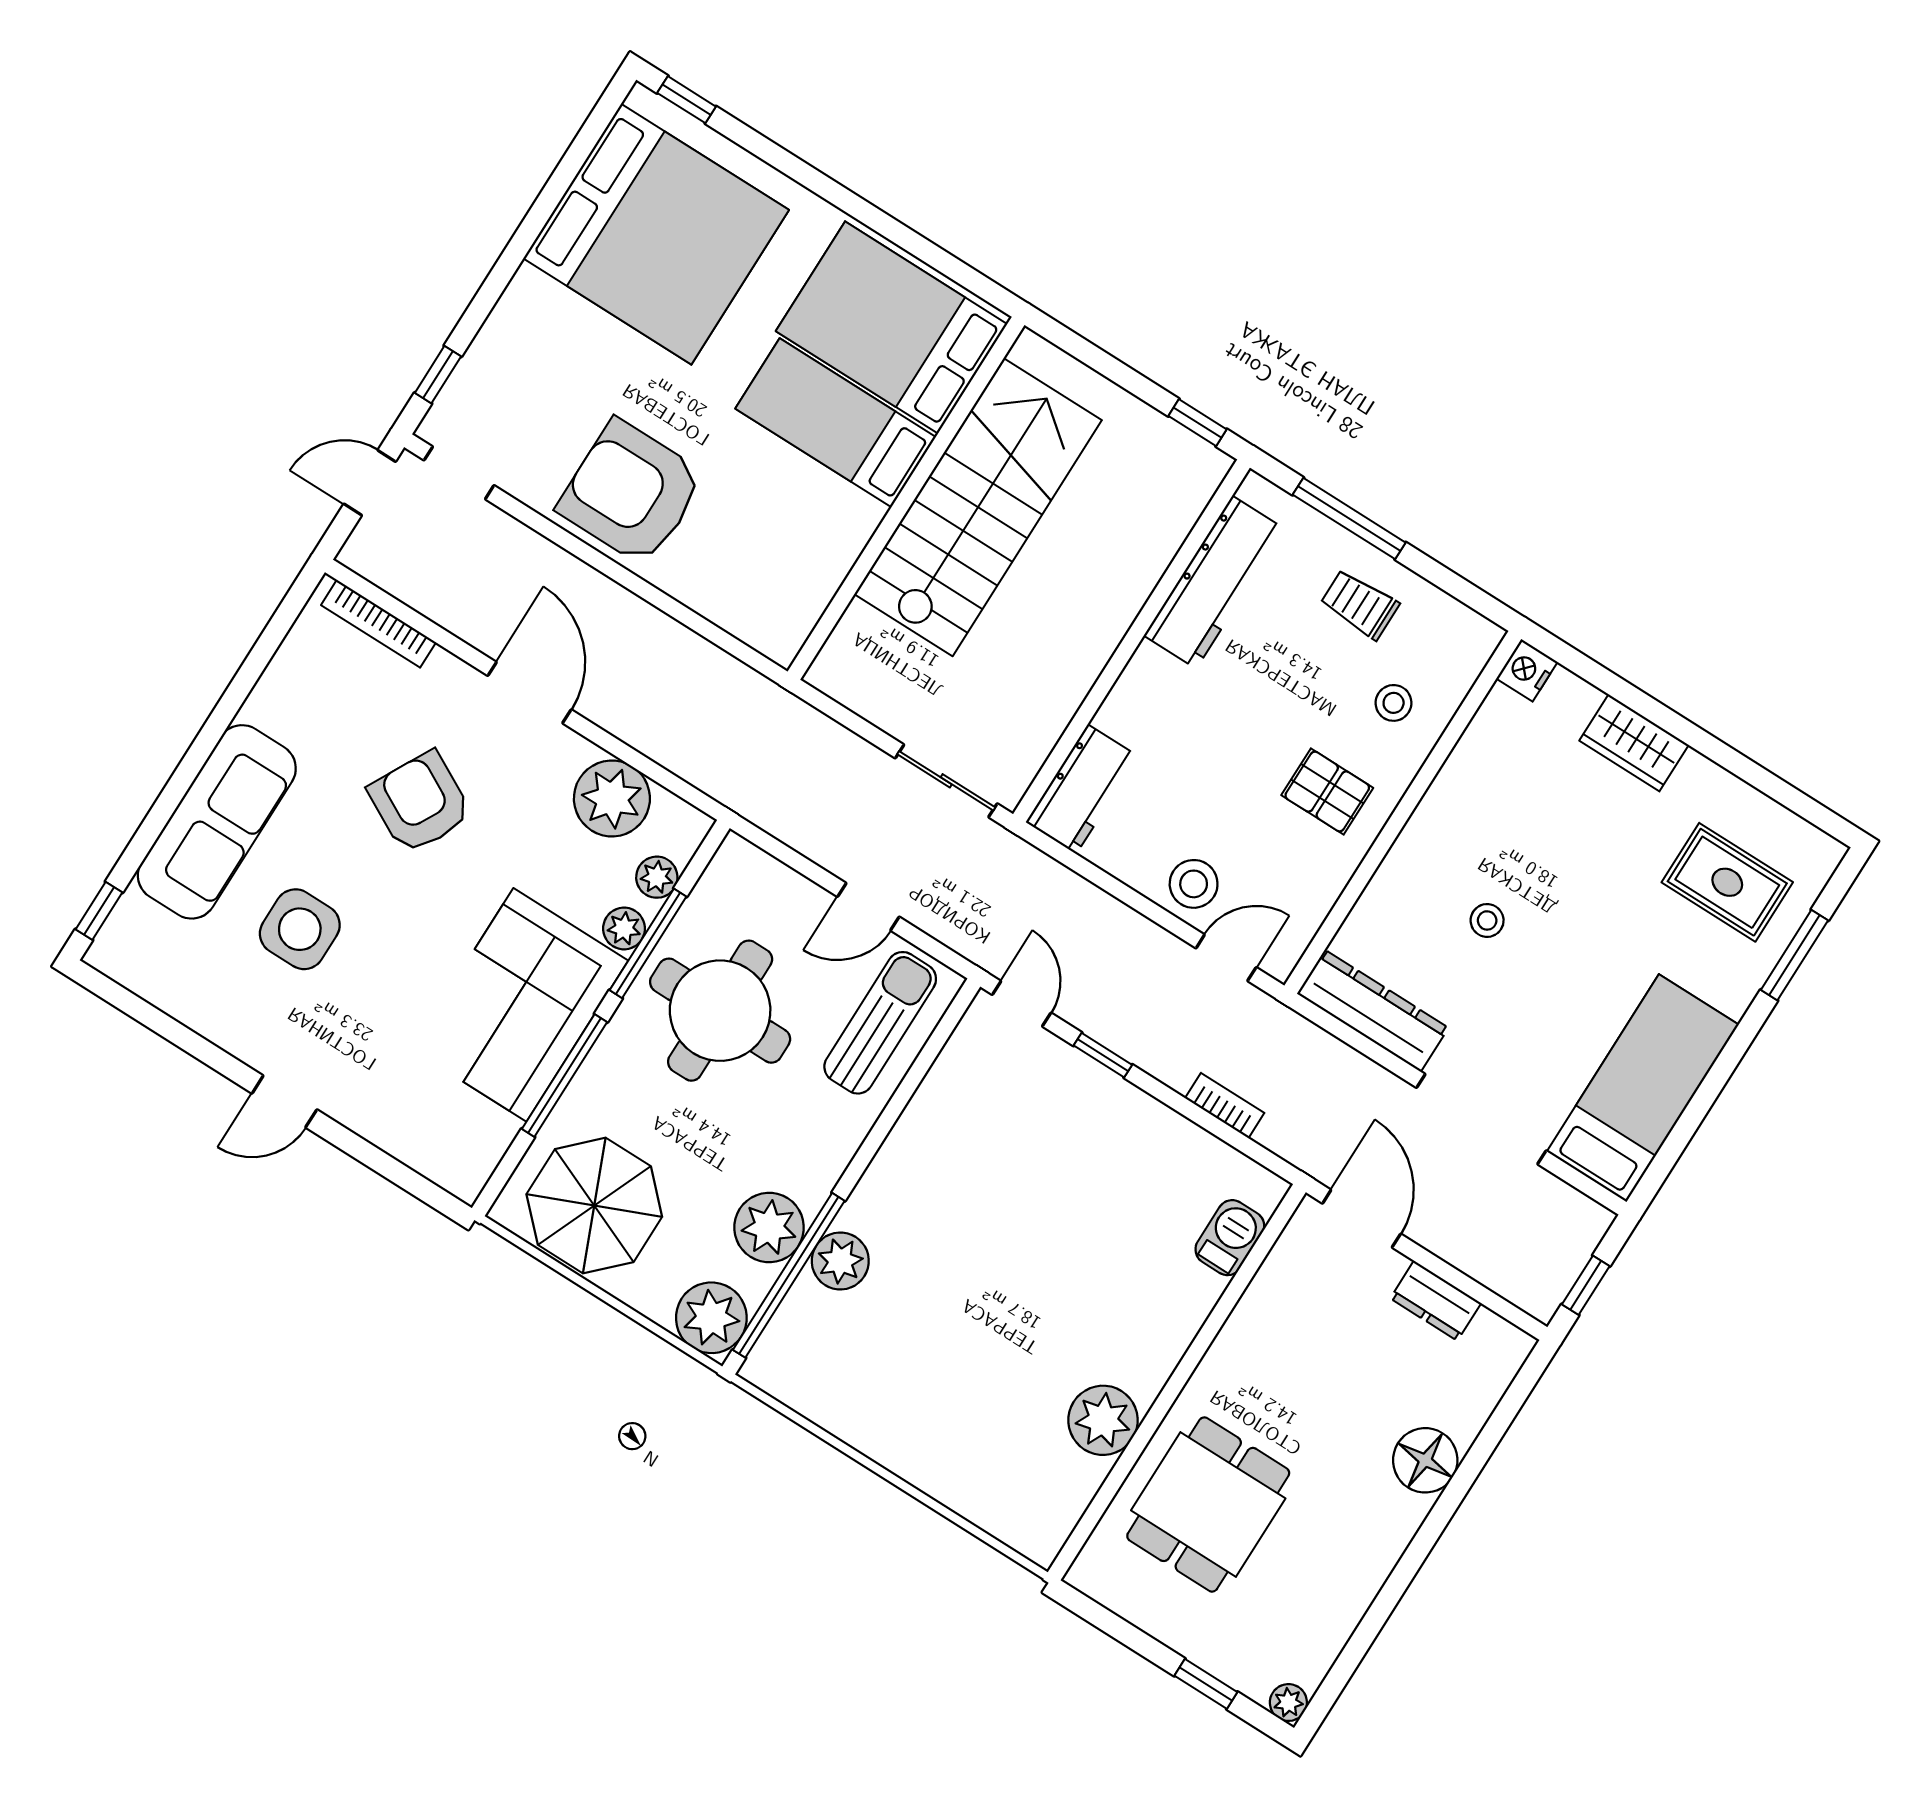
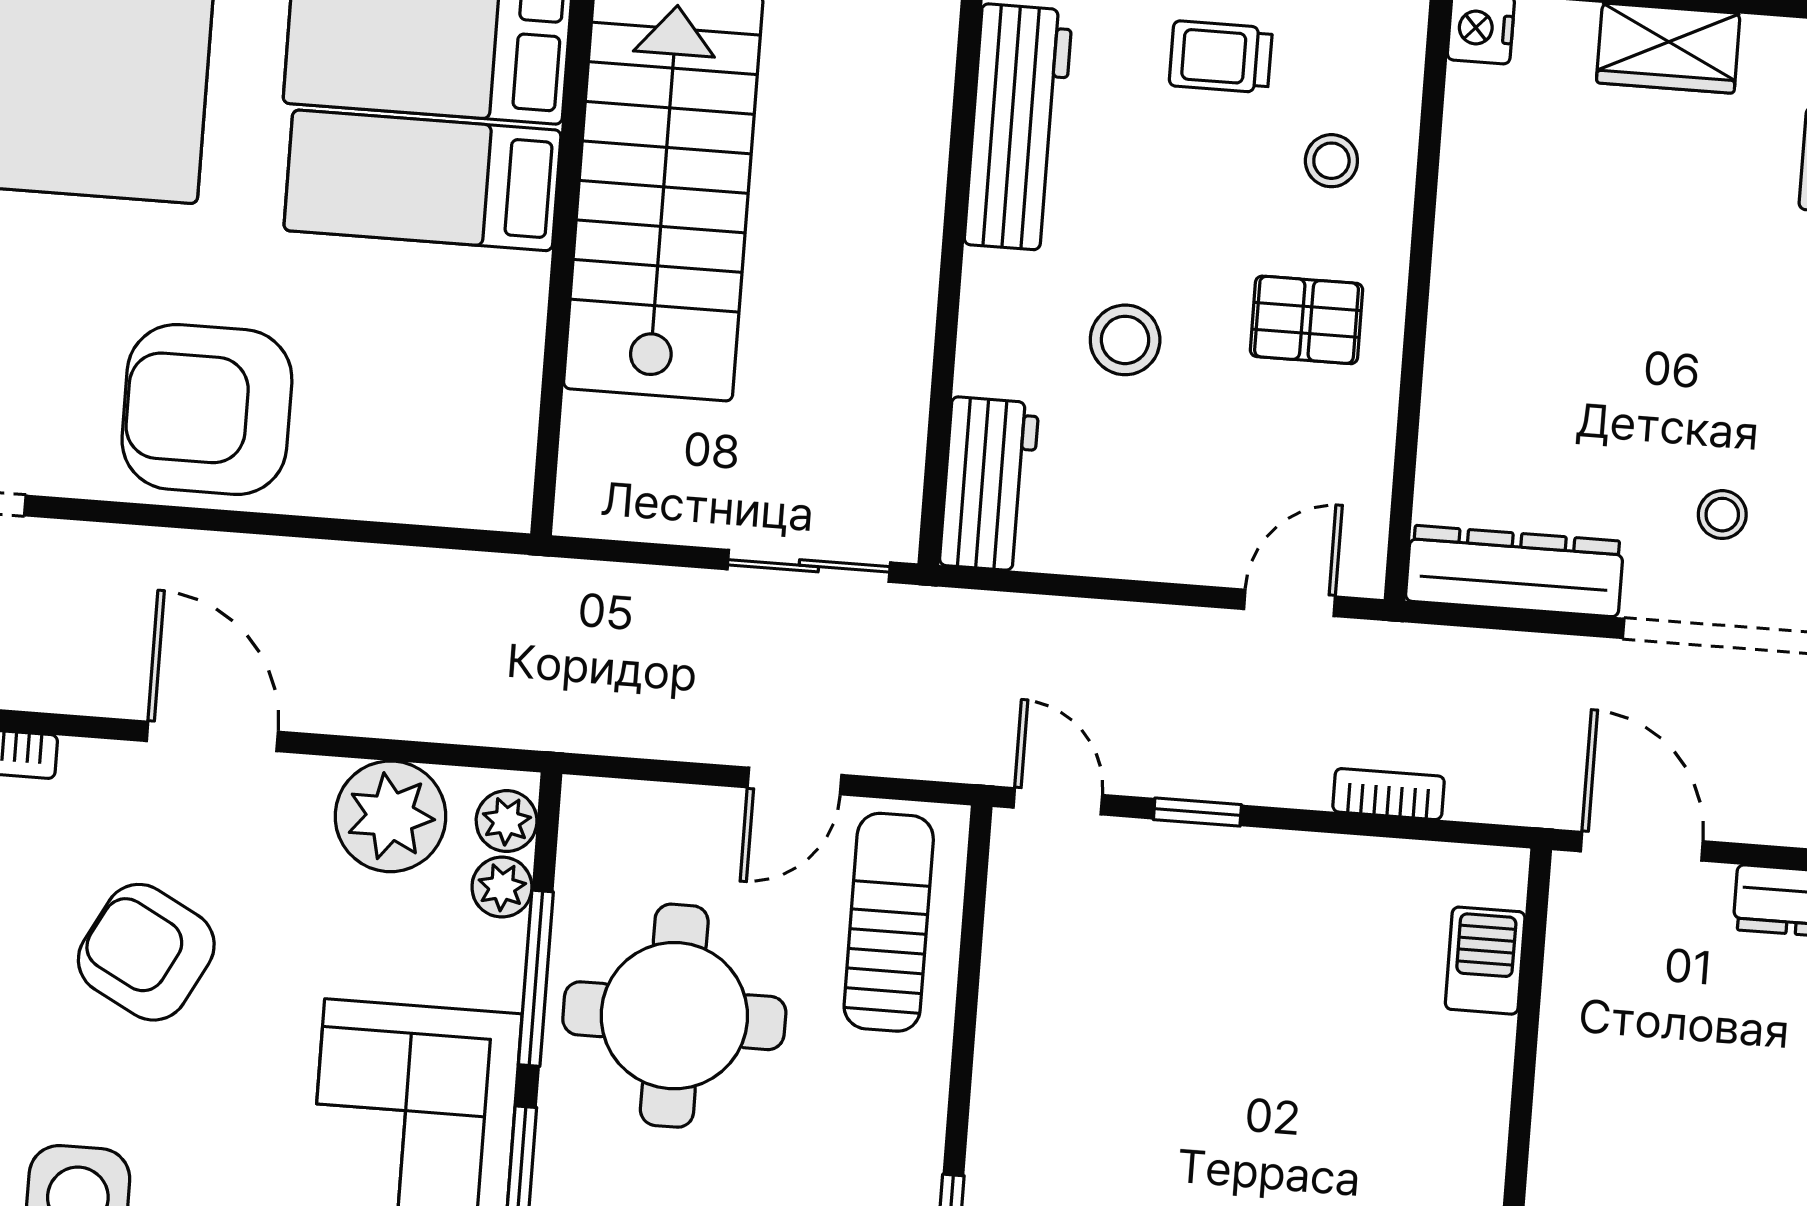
stool: (1194, 884) -> (1125, 340), moved
stool: (1487, 920) -> (1722, 515), moved
plant: (624, 928) -> (507, 821), moved

